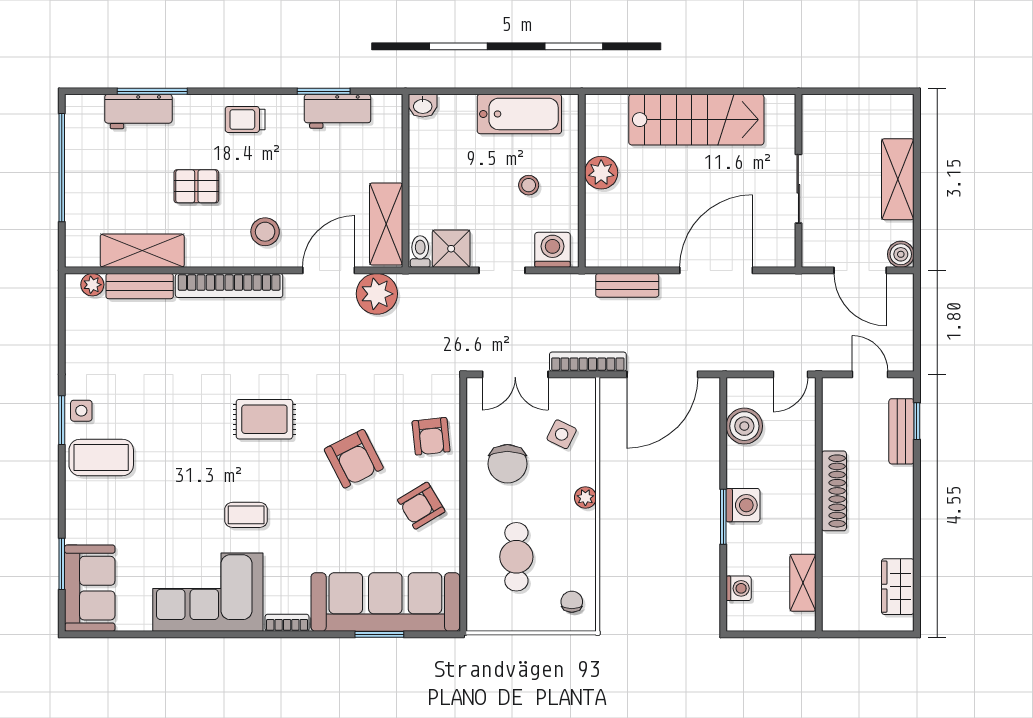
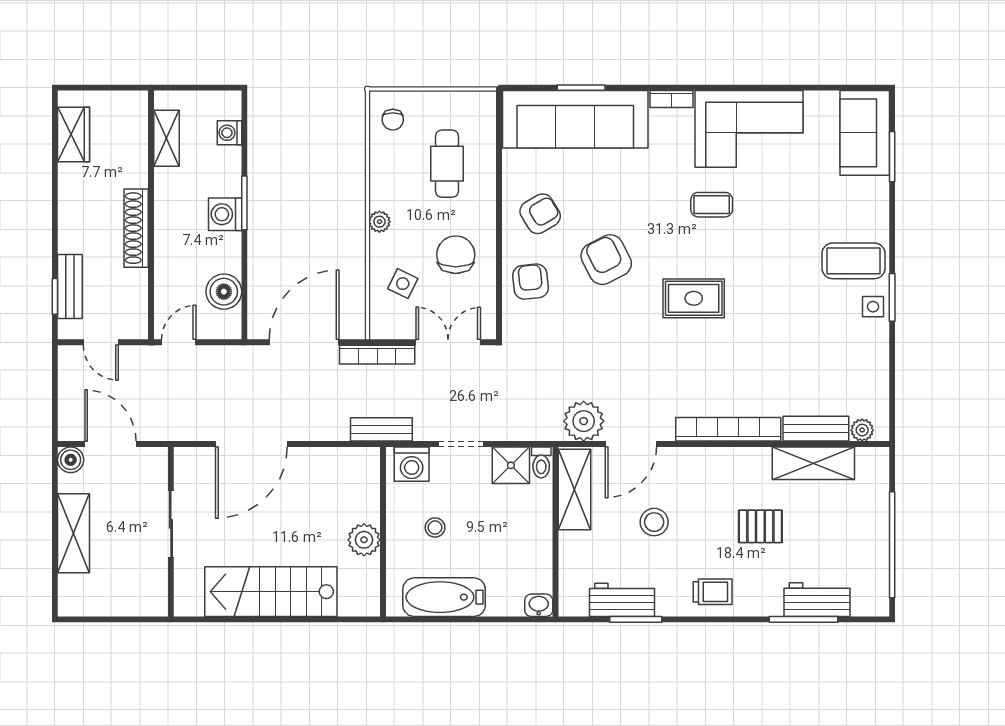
stool: (265, 232) -> (654, 522), moved
bench: (627, 285) -> (381, 429), moved

